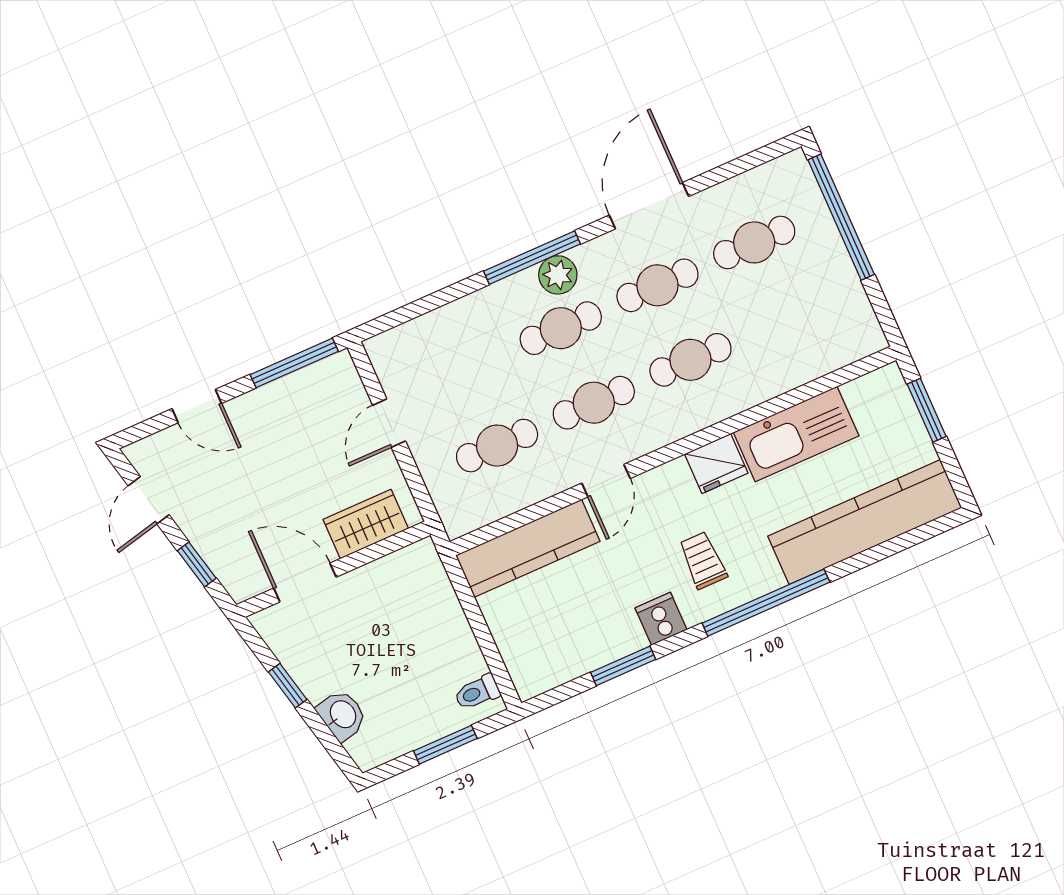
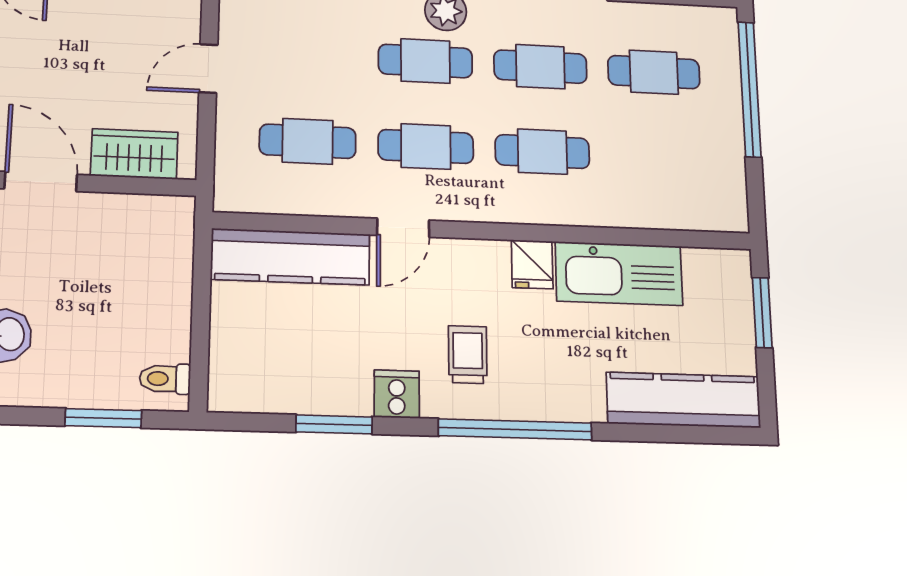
fridge: (716, 464) -> (532, 264), width x0.72
kitchen counter: (865, 522) -> (683, 400), width x0.72, depth x0.86

